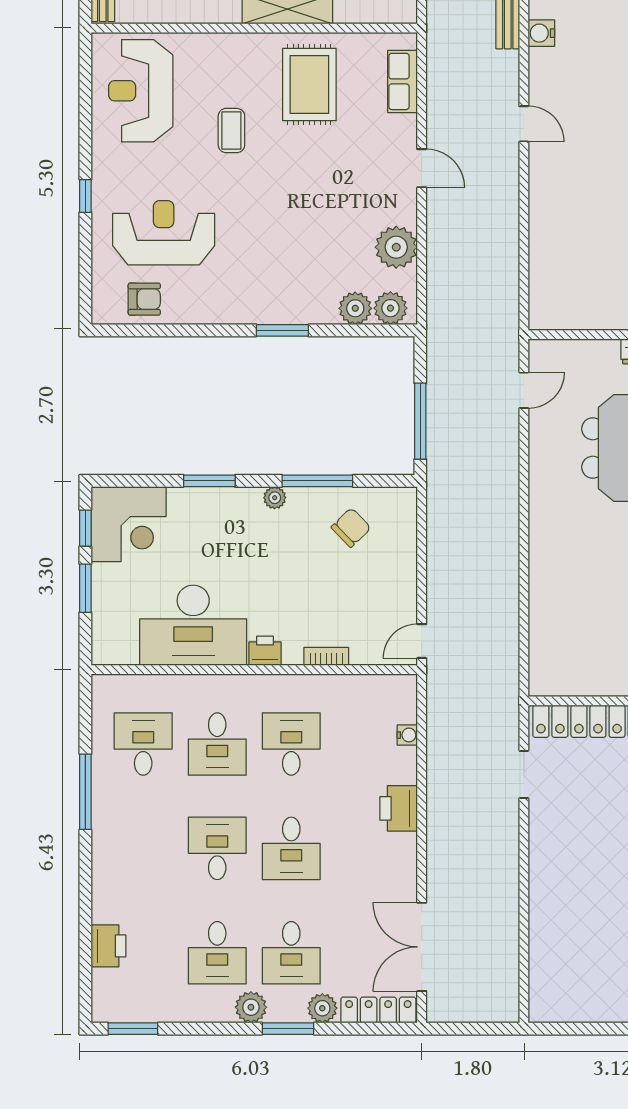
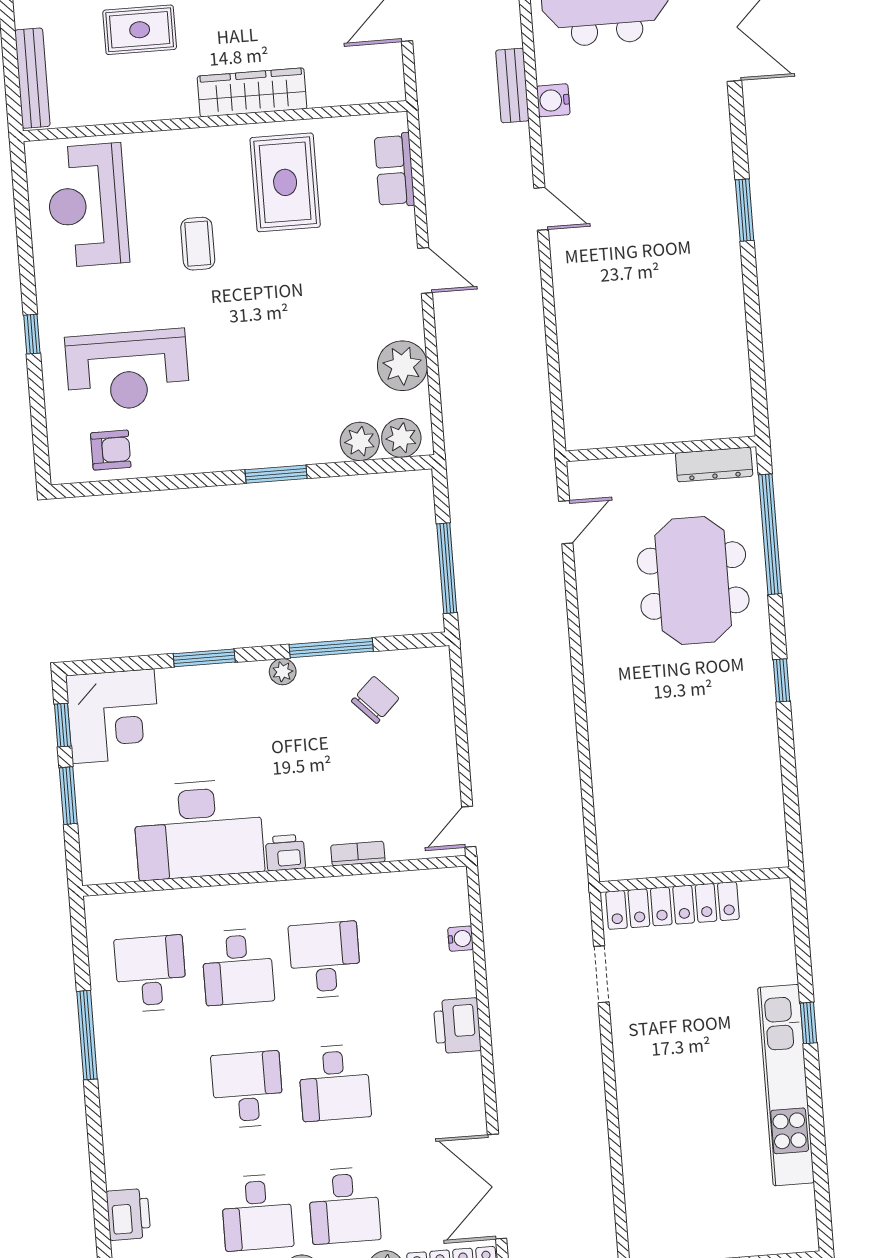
reception desk: (164, 233) -> (127, 370), turned 180

